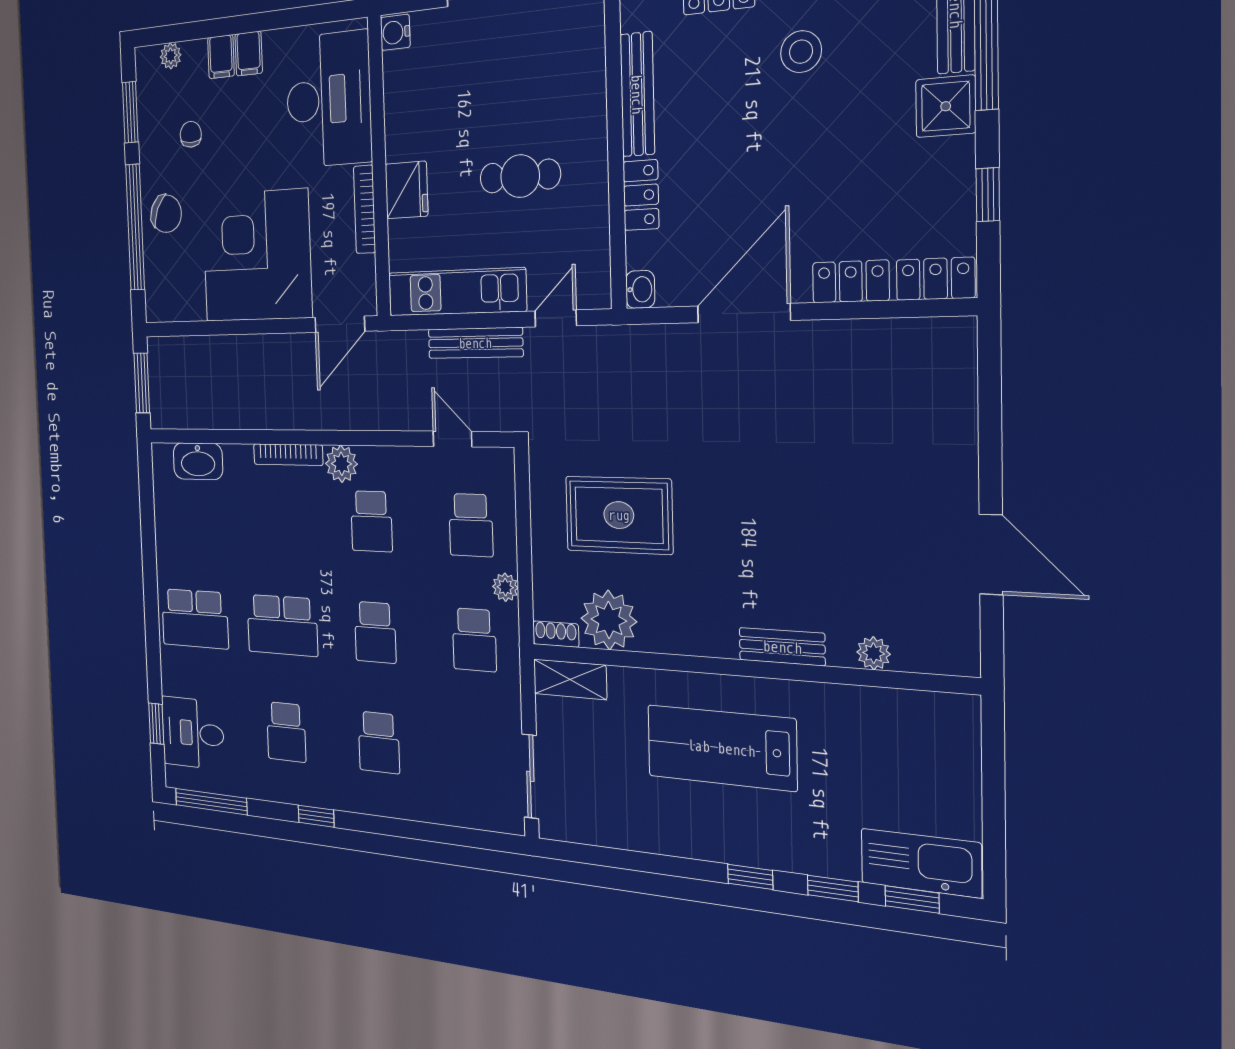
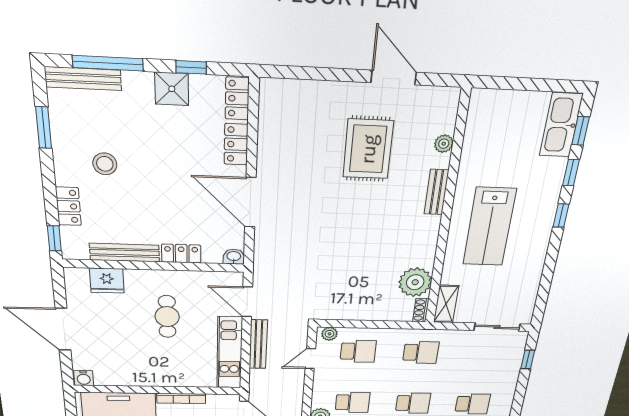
shower: (946, 106) -> (172, 89), moved
fridge: (407, 190) -> (107, 281), moved, turned 180
door: (556, 318) -> (247, 302), width x1.38
rug: (619, 515) -> (368, 149), moved
door: (991, 555) -> (394, 77), hinge flipped
plant: (505, 587) -> (329, 334), moved
window: (470, 838) -> (528, 359), added

